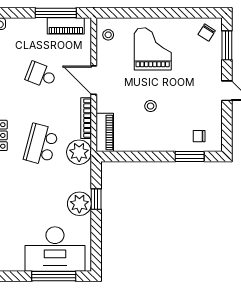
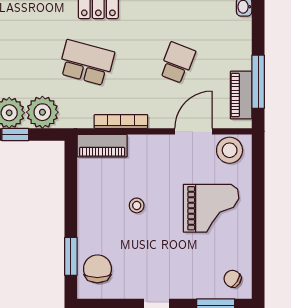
stool: (108, 35) -> (230, 150), width x1.89, depth x1.89
door: (94, 80) -> (193, 131), moved
chair: (199, 136) -> (97, 269), width x1.87, depth x1.87
plant: (79, 152) -> (42, 112), moved

